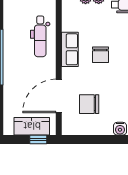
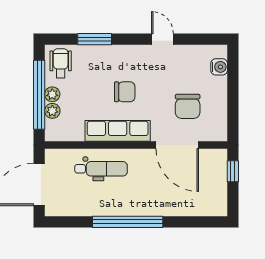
row of seats: (70, 49) -> (118, 131), width x1.48
kitchen counter: (32, 126) -> (216, 180), removed

